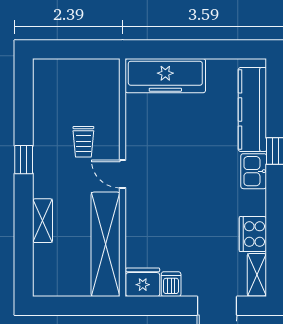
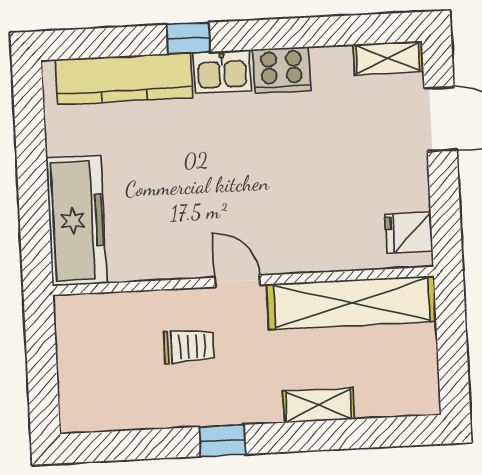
door: (123, 174) -> (237, 281), swing flipped
cooker: (253, 234) -> (282, 70), moved
fridge: (143, 282) -> (409, 233), width x0.72
dishwasher: (171, 284) -> (410, 195), removed

